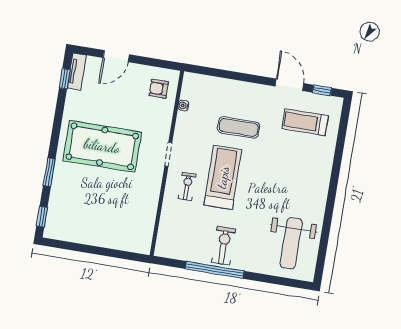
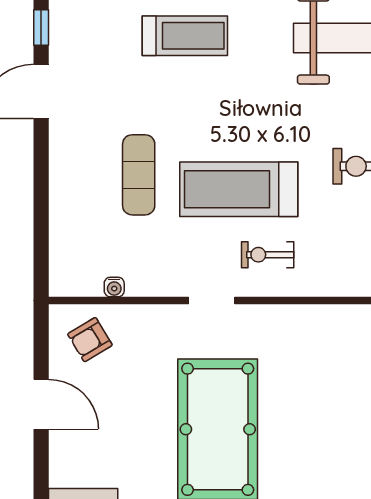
door: (116, 56) -> (41, 404), moved
armchair: (159, 89) -> (90, 340), turned 59
treadmill: (305, 122) -> (185, 36), moved, turned -90

